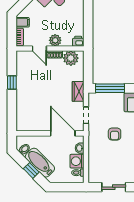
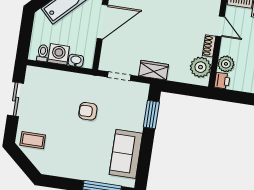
plant: (55, 40) -> (226, 64), moved
door: (39, 48) -> (220, 26), swing flipped
window: (110, 88) -> (151, 114), width x0.69
door: (63, 133) -> (102, 22), moved

